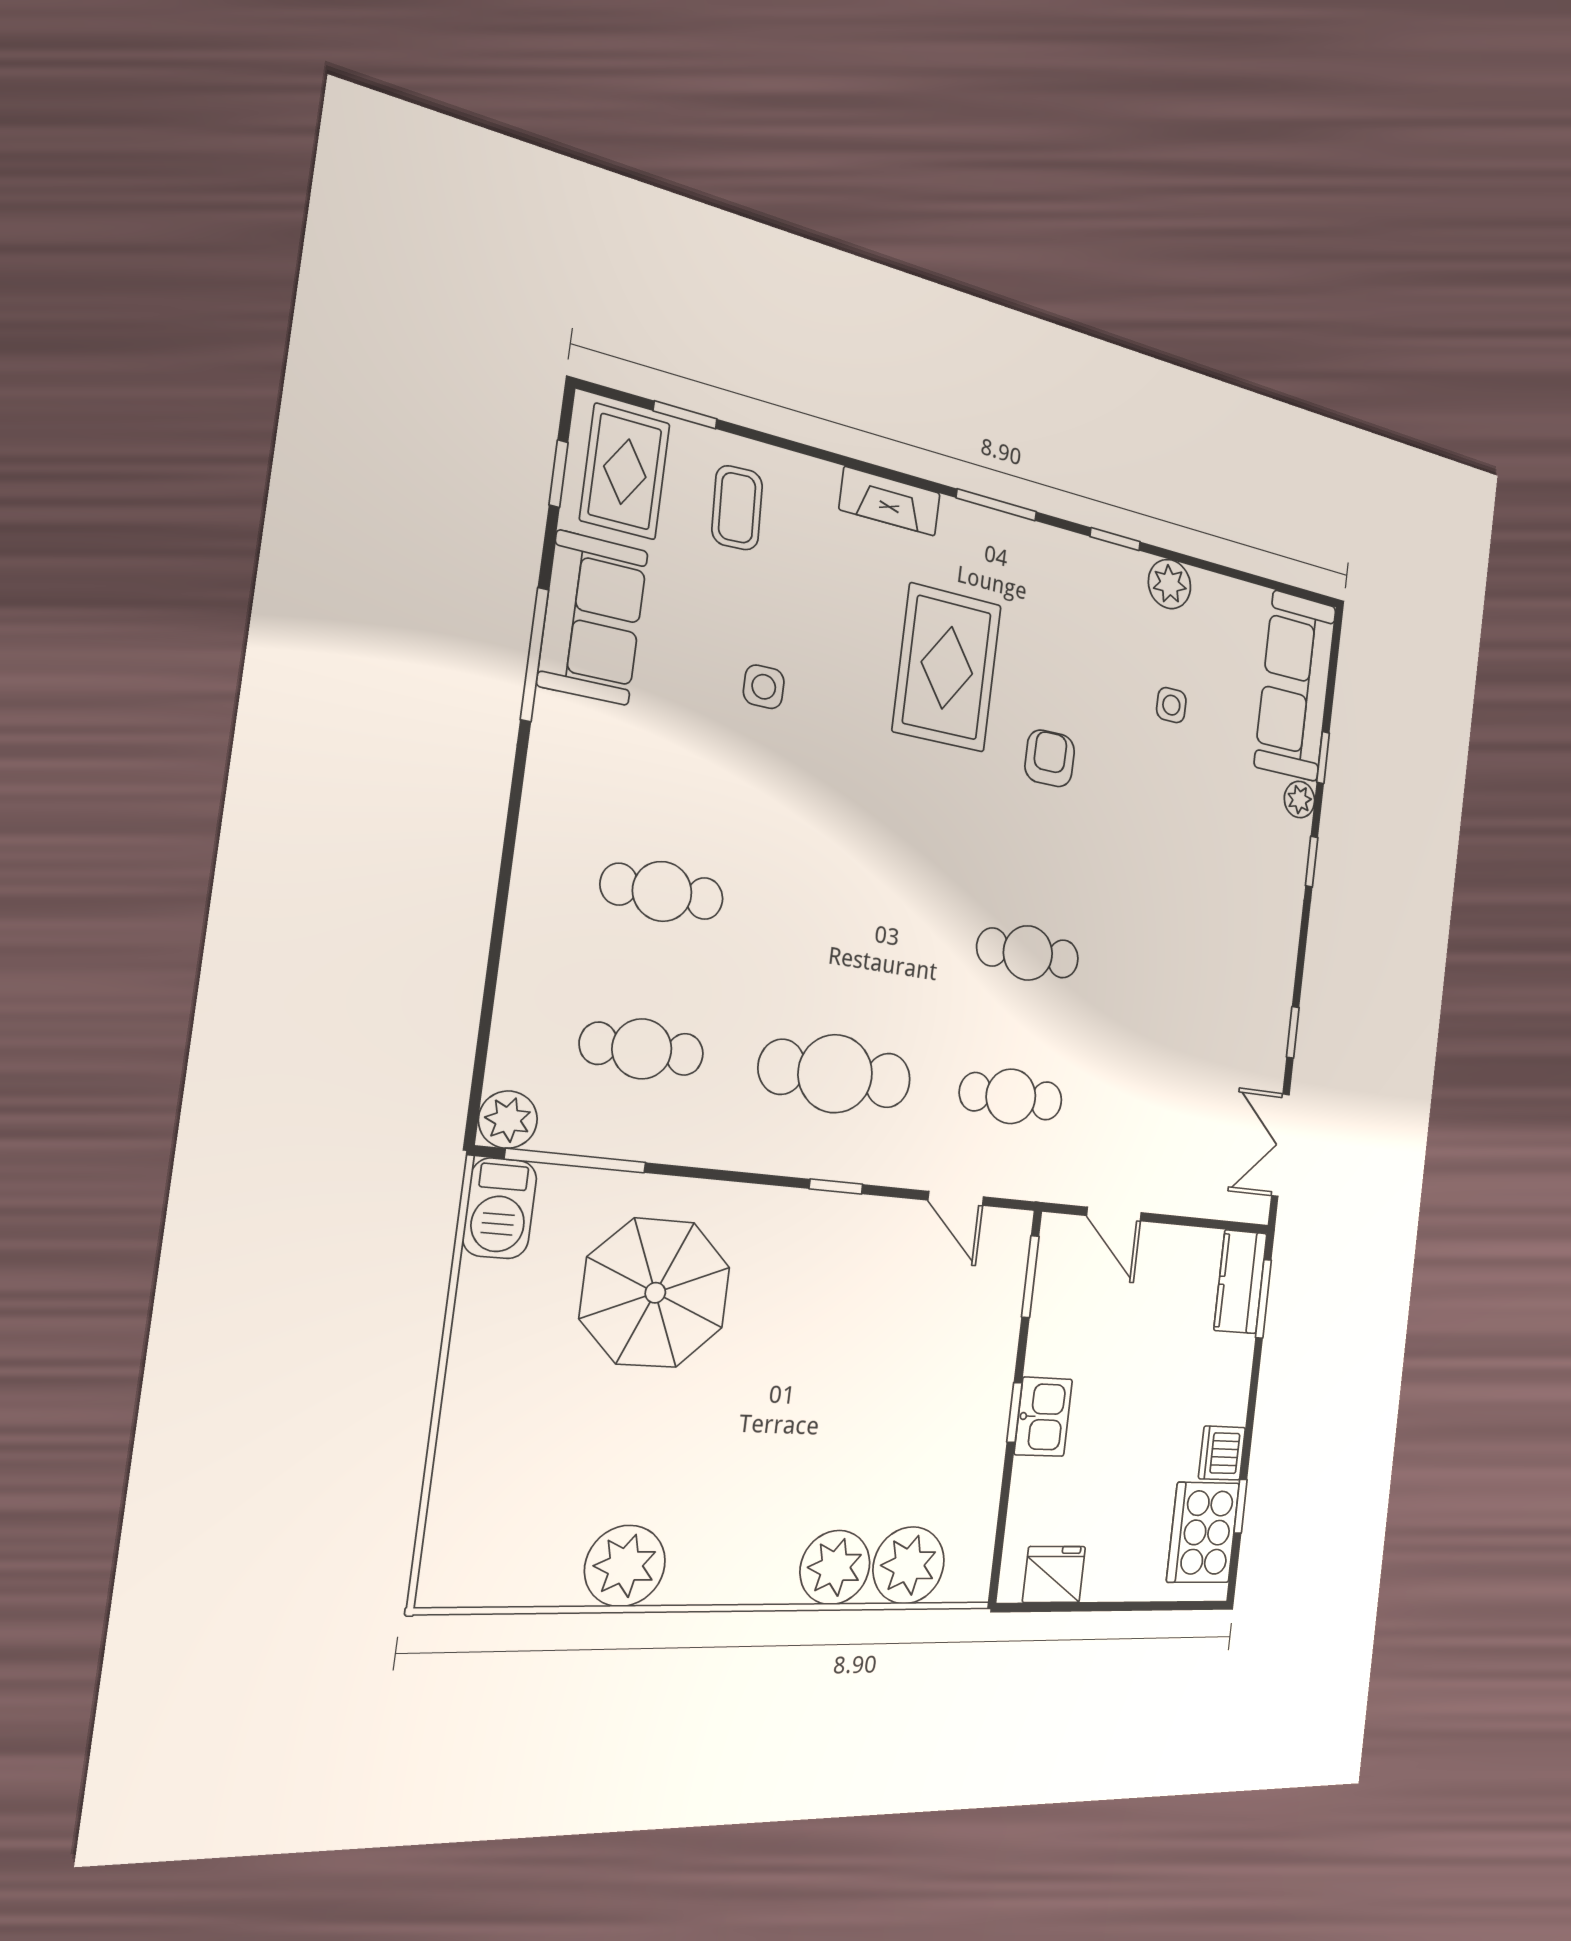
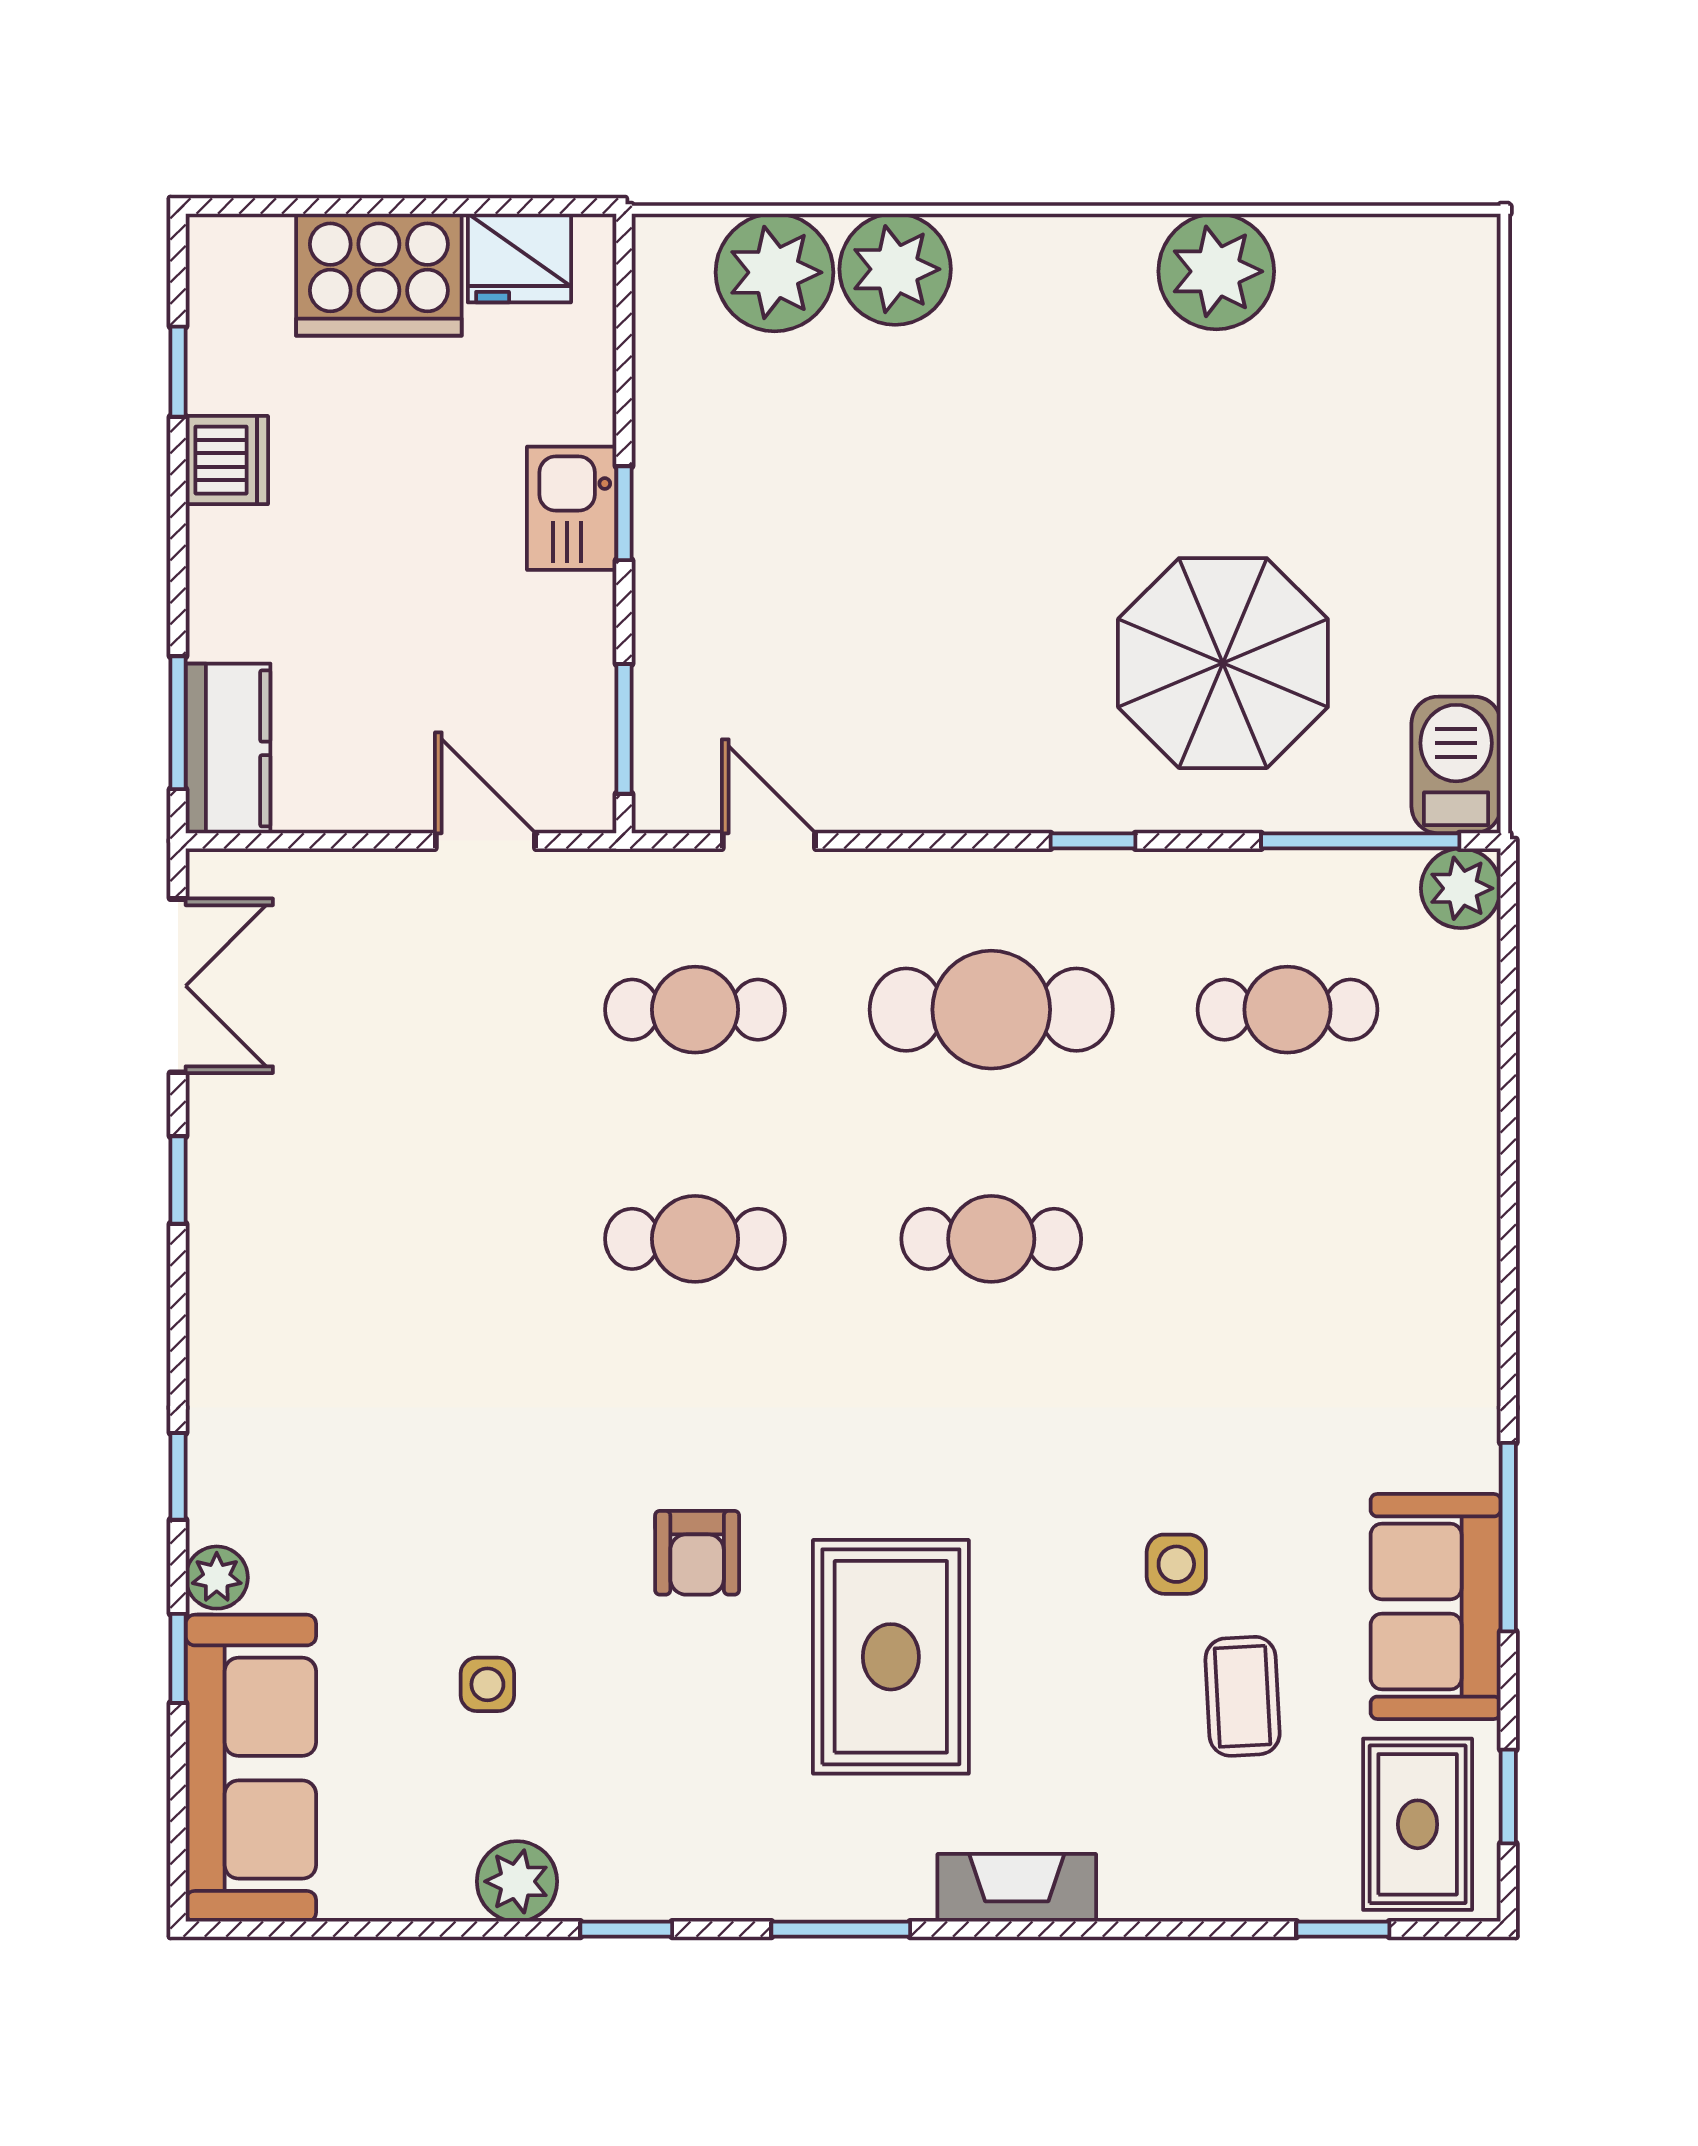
coffee table: (737, 508) -> (1243, 1696), moved
cafe table: (662, 891) -> (991, 1239), moved
window: (836, 1187) -> (1093, 841), moved
cooker: (1203, 1532) -> (379, 275), moved, turned 90

